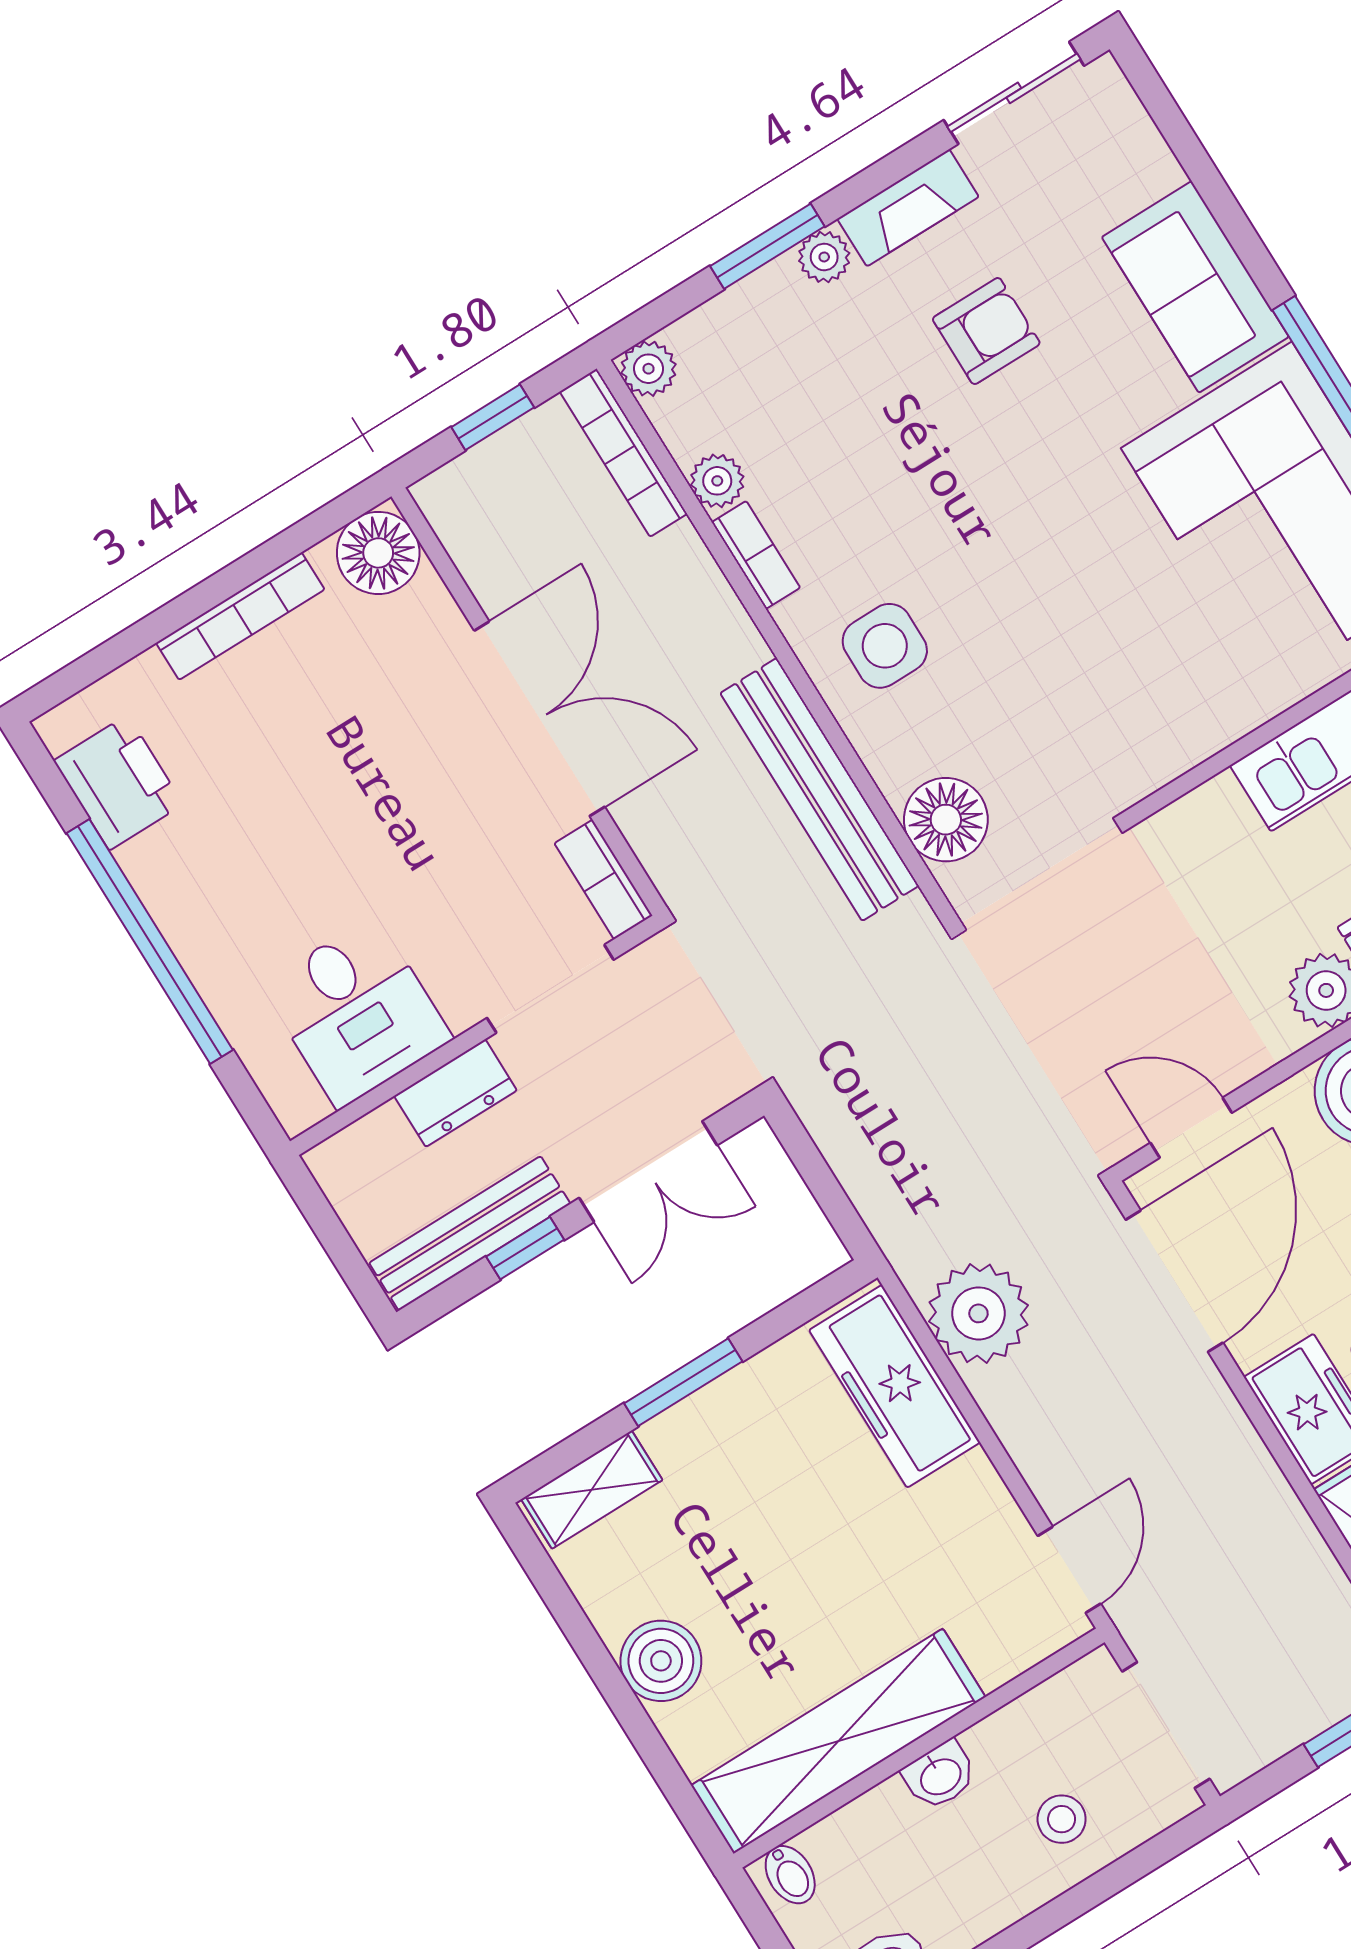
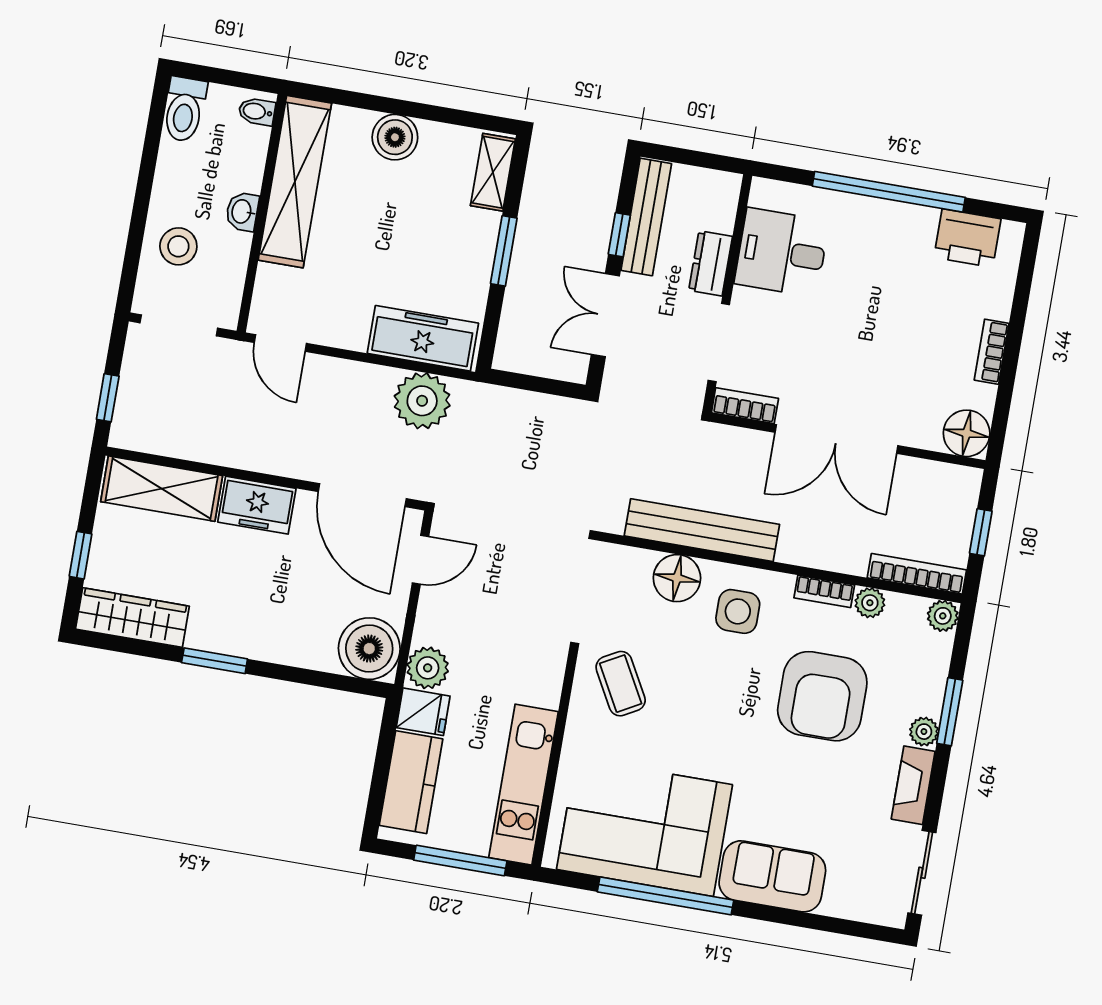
armchair: (986, 331) -> (822, 696), moved, width x1.88, depth x1.88
bookcase: (240, 616) -> (992, 352), width x0.64
coffee table: (1119, 716) -> (621, 684), added
floor lamp: (946, 820) -> (677, 578), moved
stool: (1062, 1819) -> (178, 246), width x1.37, depth x1.37

